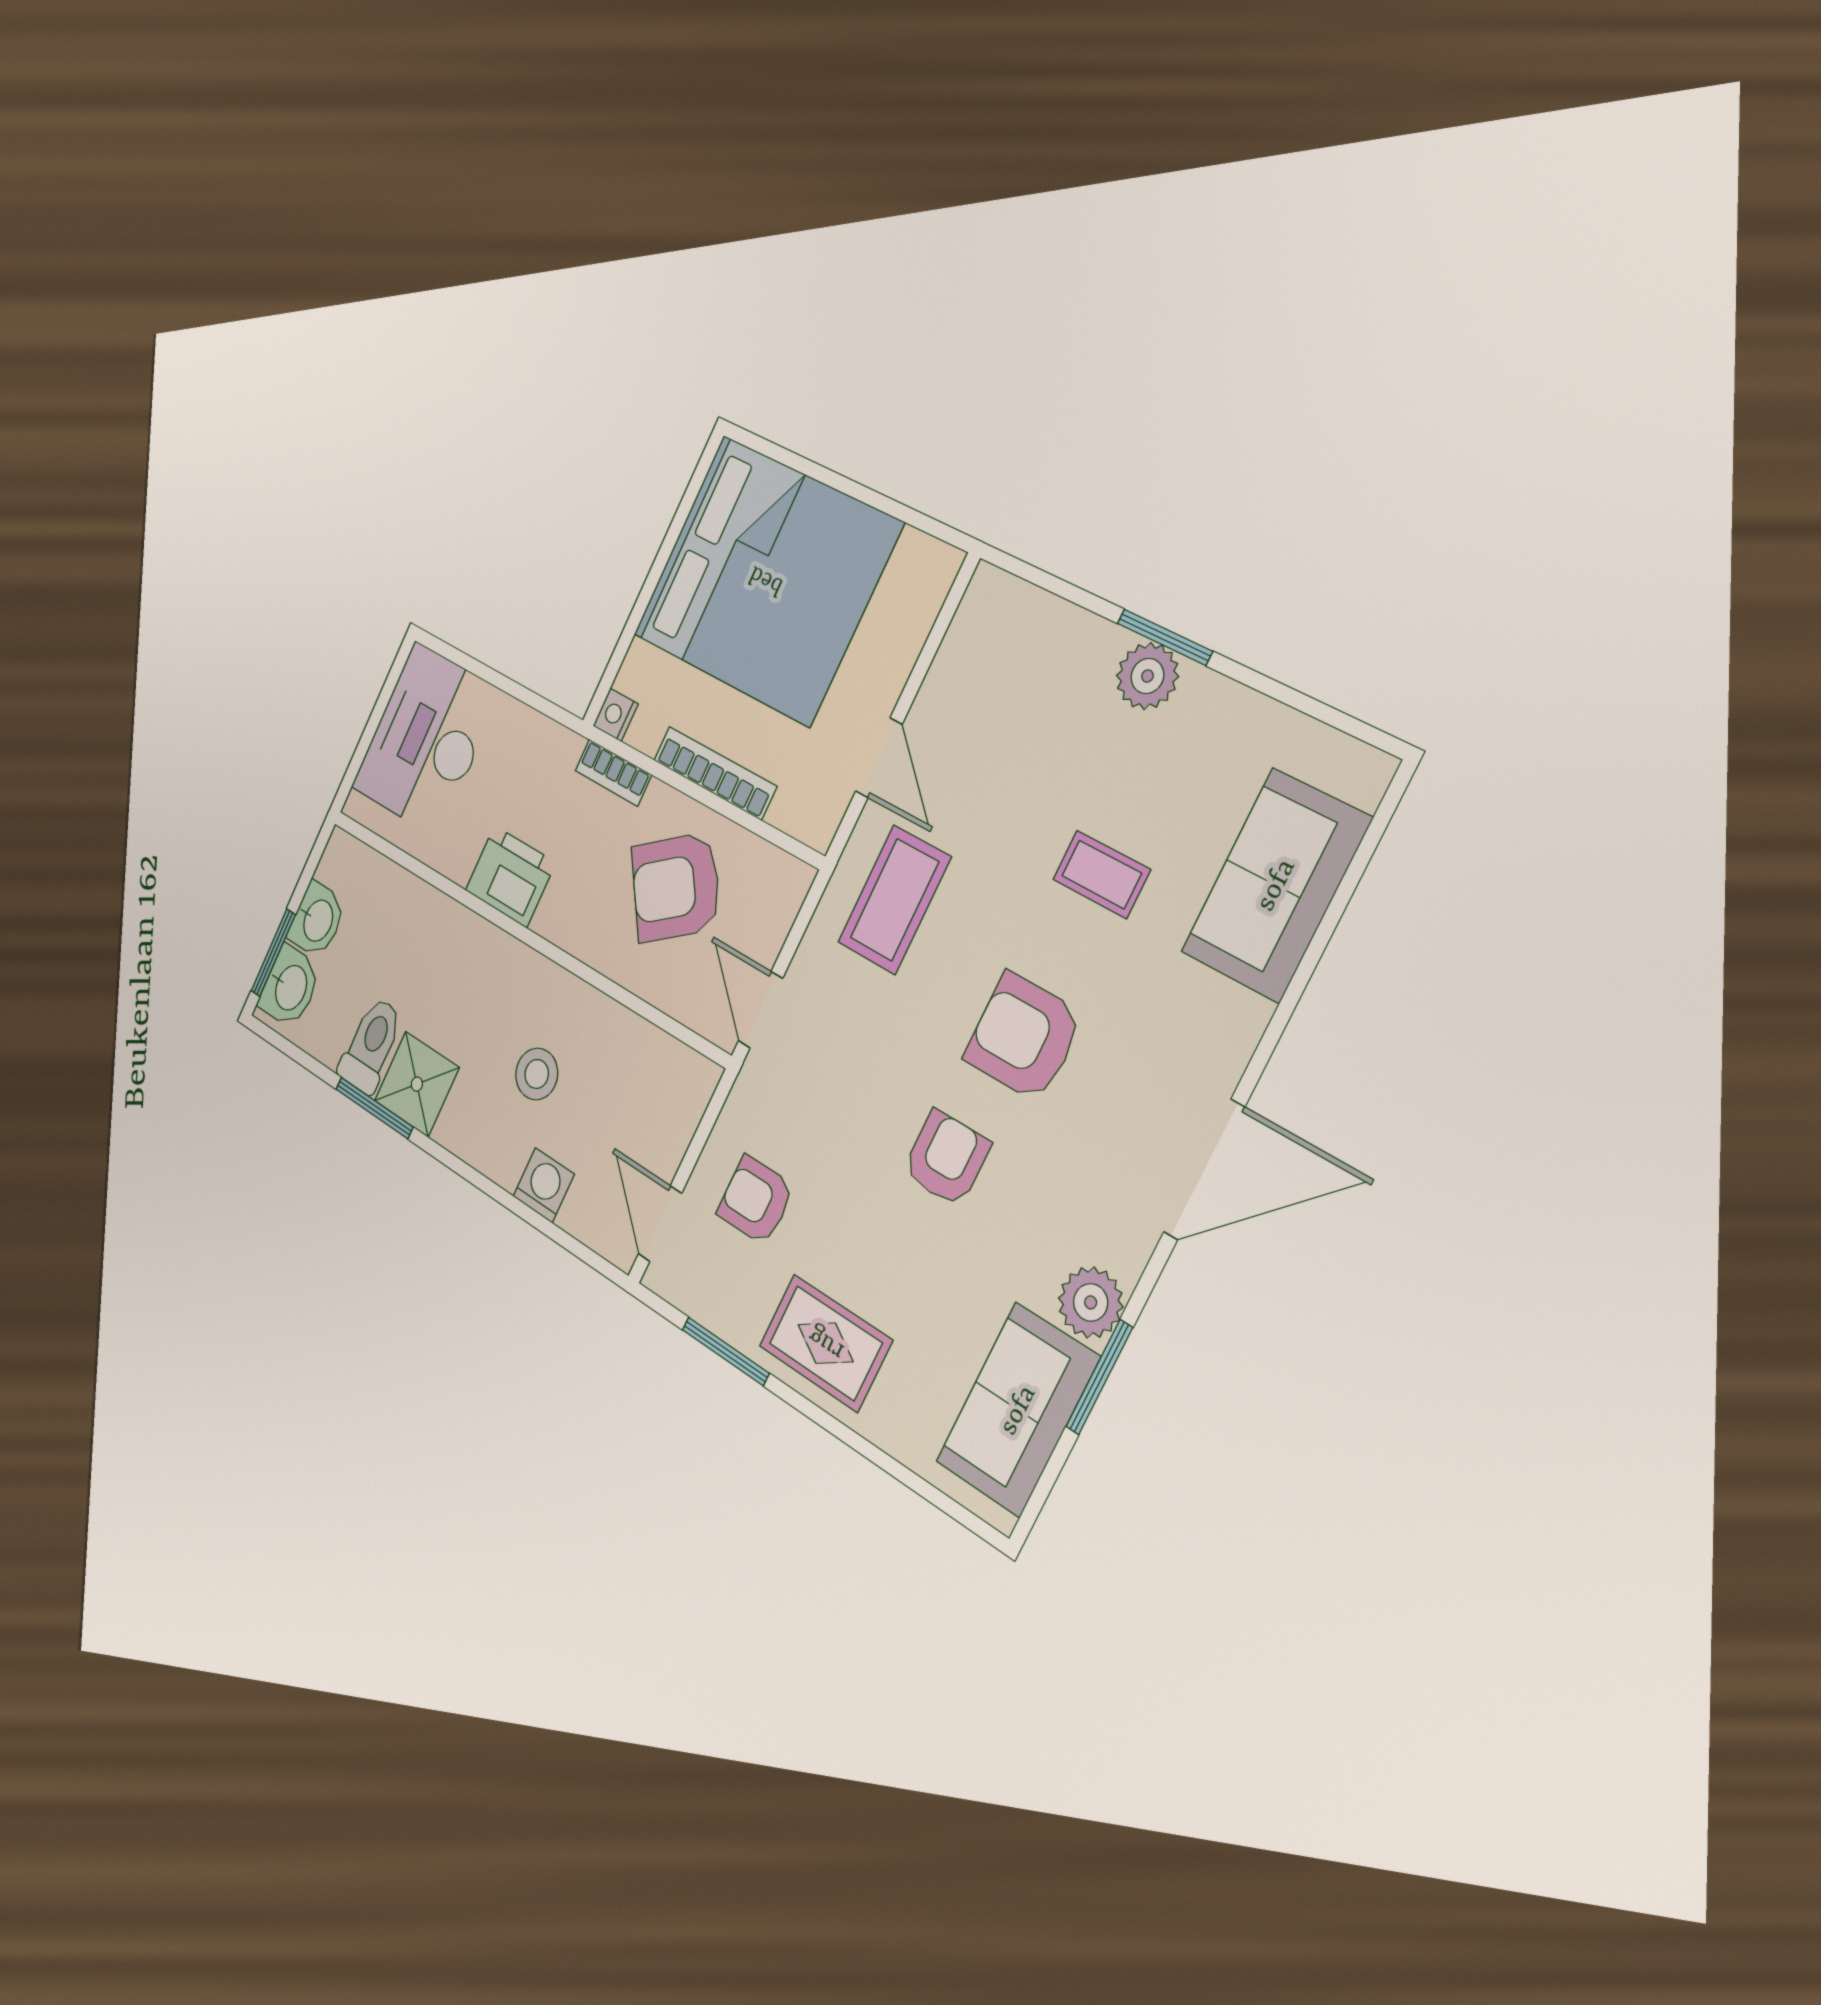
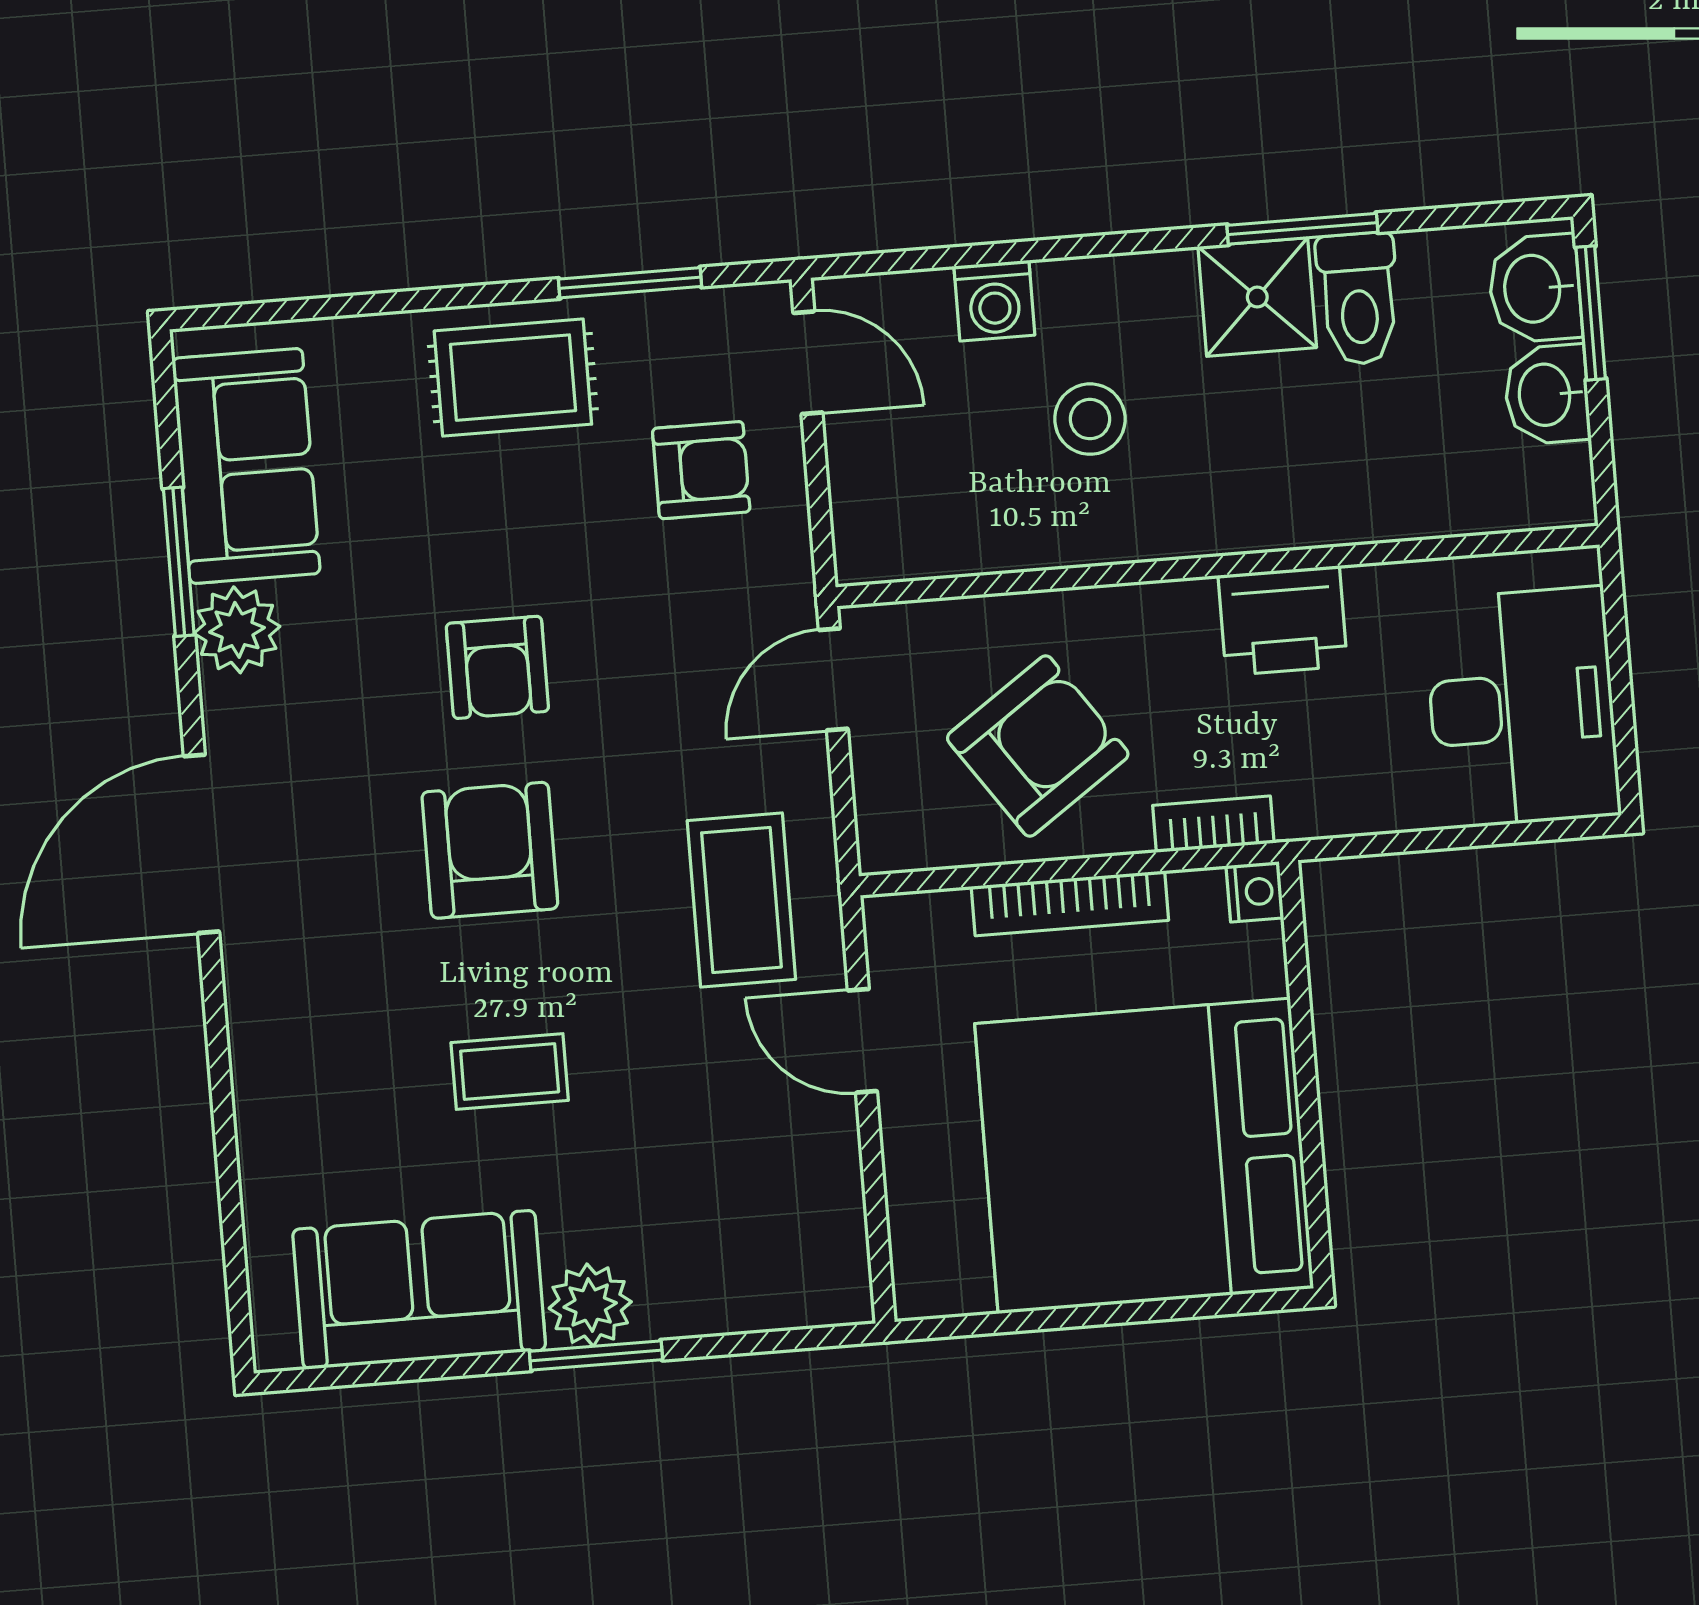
sofa: (1276, 885) -> (419, 1290), moved, turned -90
door: (761, 1010) -> (833, 679), swing flipped
armchair: (1024, 1037) -> (490, 850), turned -90

